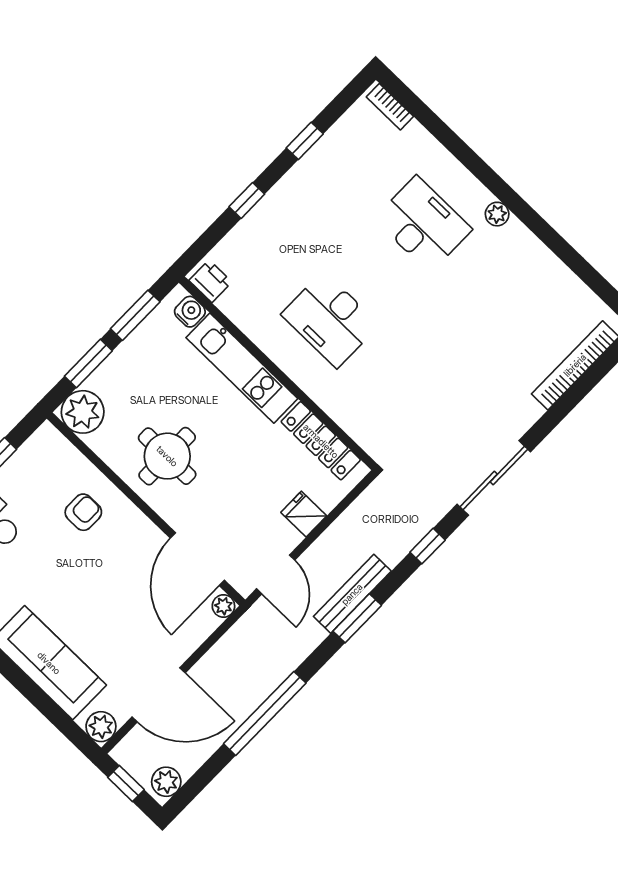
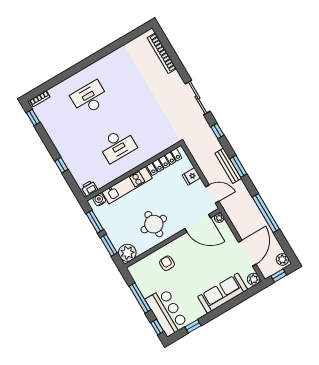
window: (305, 141) -> (33, 117), moved
plant: (497, 214) -> (94, 68), removed

